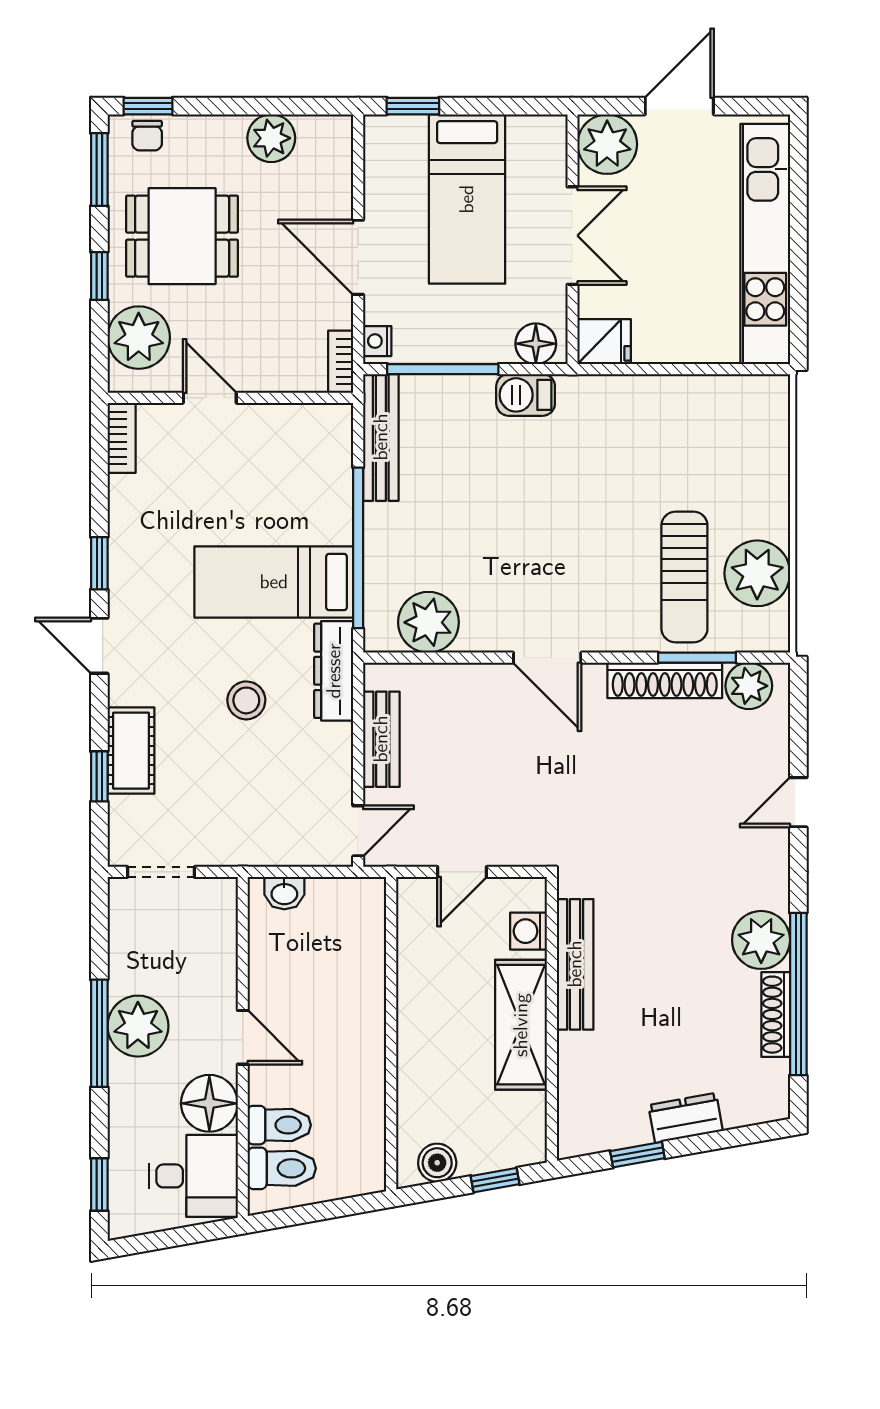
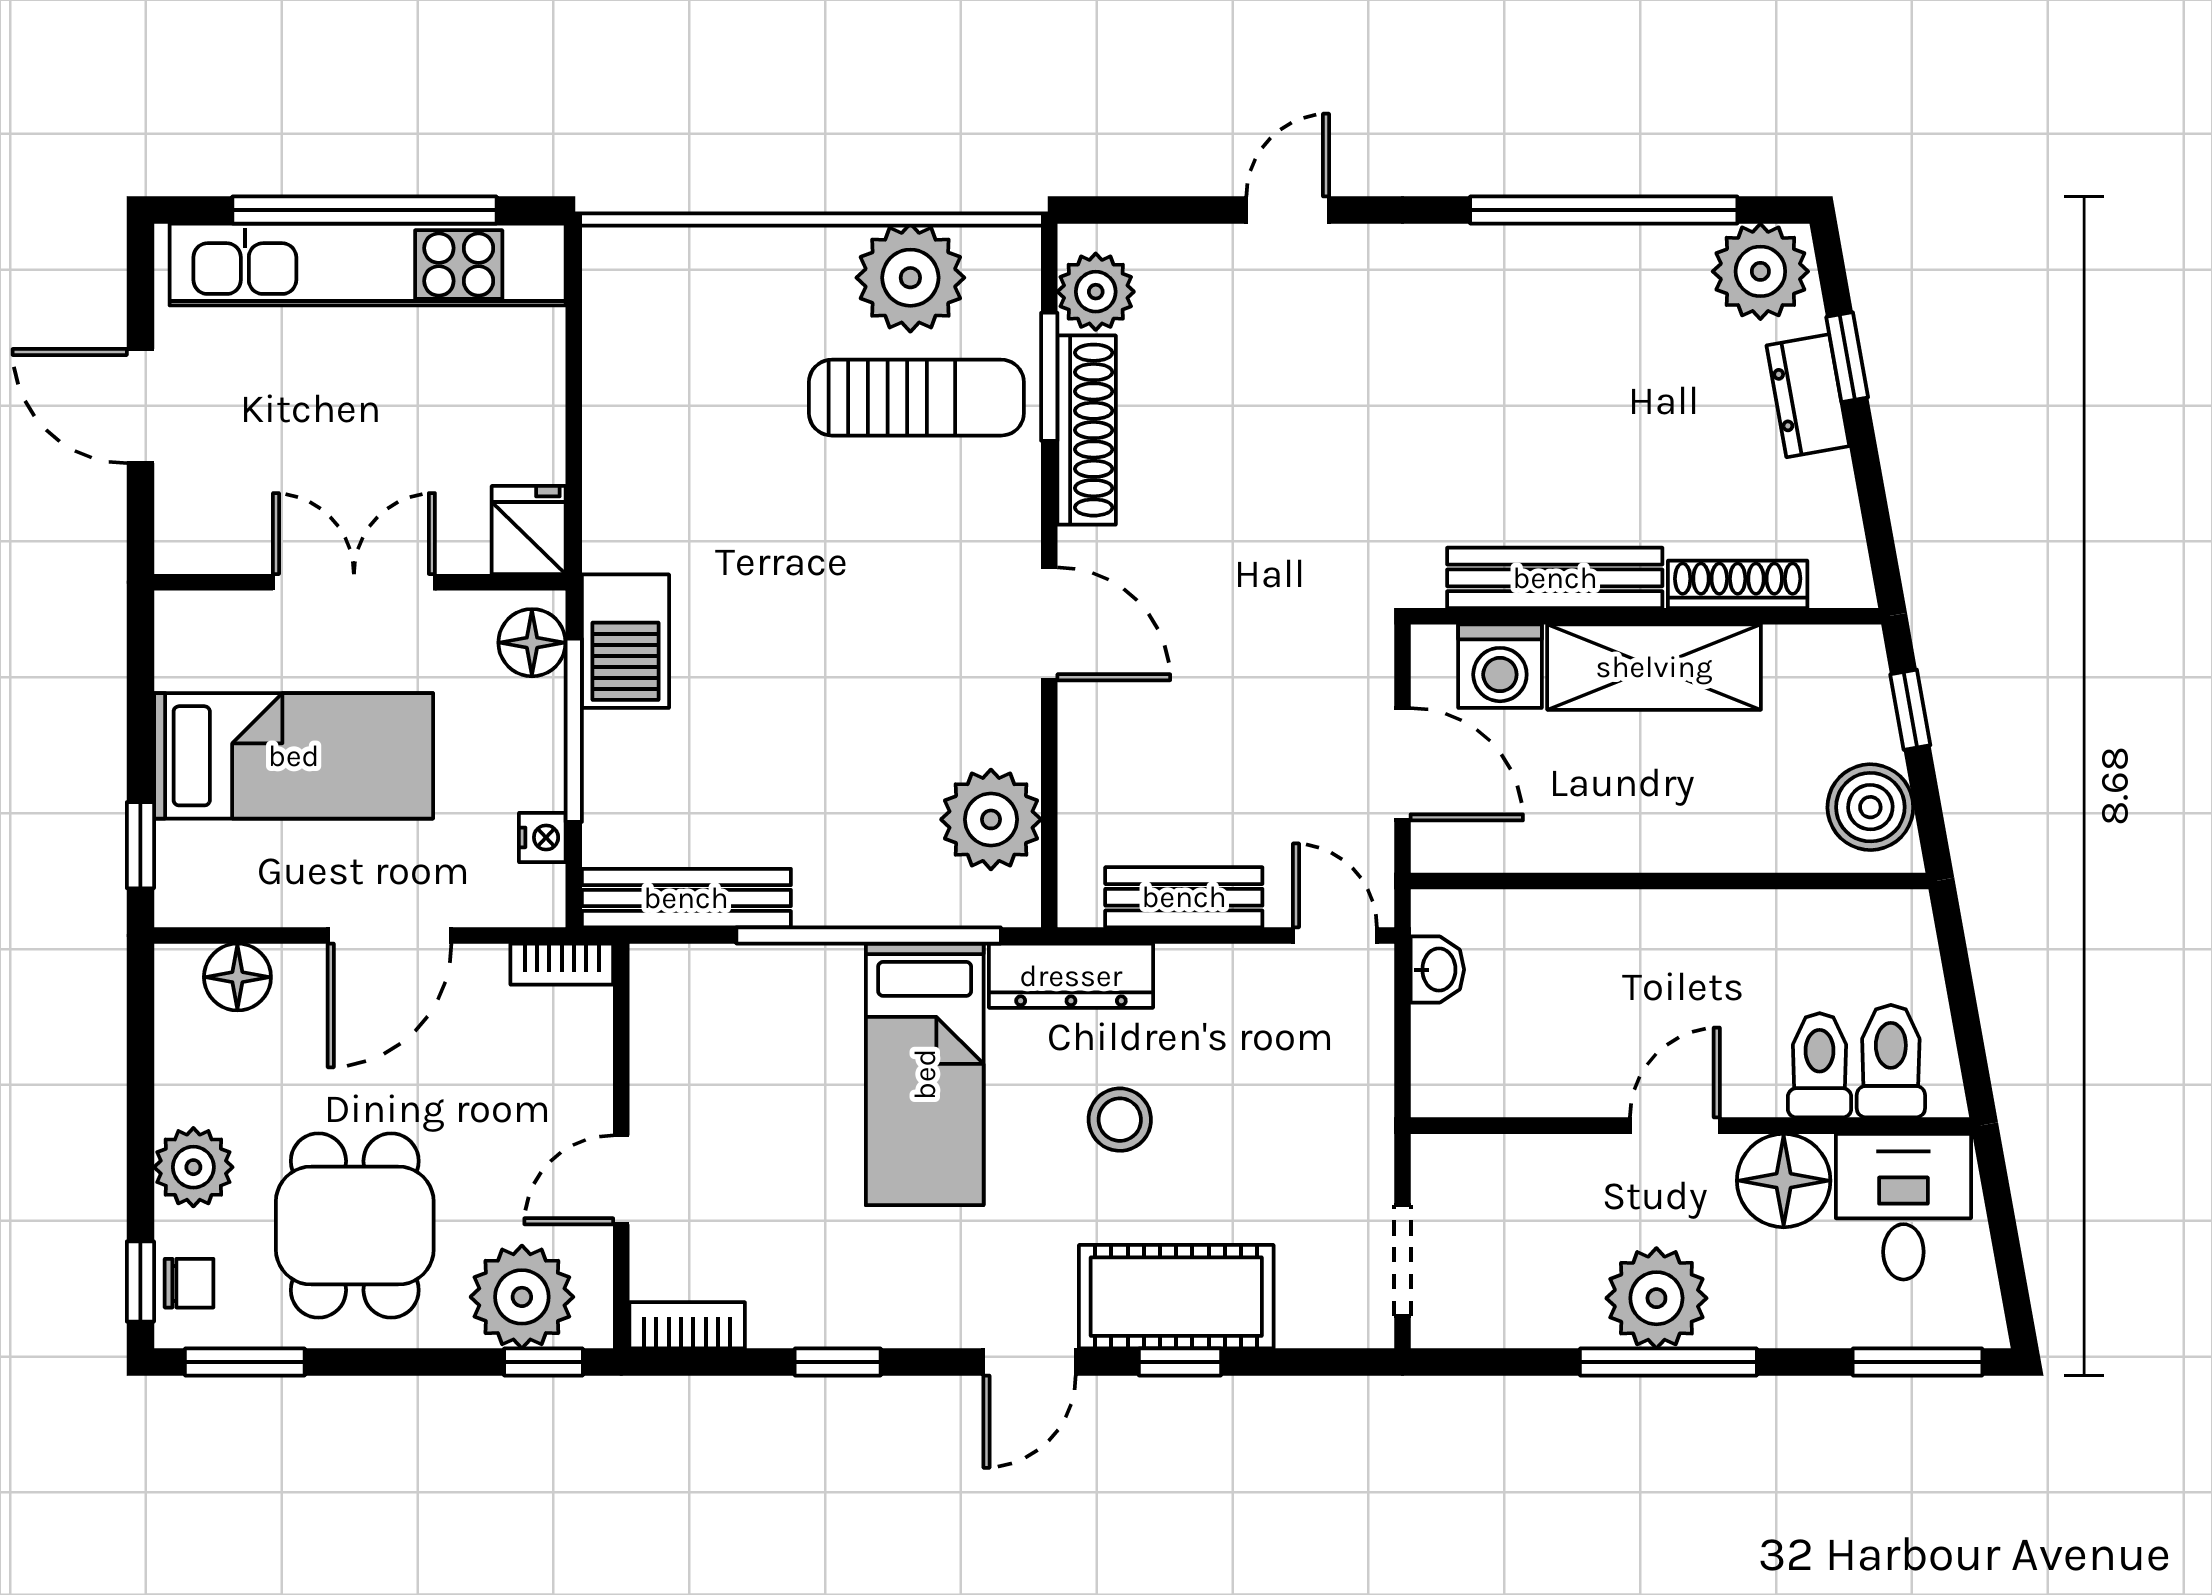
plant: (271, 138) -> (193, 1167), moved
plant: (607, 144) -> (203, 525), removed
floor lamp: (333, 165) -> (237, 977), added
window: (798, 242) -> (364, 210), added
window: (99, 276) -> (543, 1362), moved
nightstand: (377, 341) -> (542, 837), moved, turned -90
window: (443, 369) -> (574, 730), moved
barbecue: (526, 395) -> (625, 641), width x1.38, depth x1.27
window: (99, 563) -> (838, 1362), moved
door: (547, 658) -> (1049, 624), hinge flipped
cot: (131, 751) -> (1176, 1297), width x1.37, depth x1.34
window: (99, 776) -> (1180, 1362), moved
door: (798, 802) -> (1288, 210), swing flipped
door: (462, 872) -> (1402, 764), width x1.38
washbasin: (284, 893) -> (1437, 970), moved
washing machine: (528, 931) -> (1500, 666), width x1.38, depth x1.38
plant: (761, 940) -> (1760, 271), moved
shoe rack: (776, 1015) -> (1738, 584), moved, turned 180
window: (637, 1155) -> (1847, 357), moved
boiler: (437, 1163) -> (1870, 807), width x1.36, depth x1.36
window: (99, 1184) -> (1917, 1362), width x1.50

